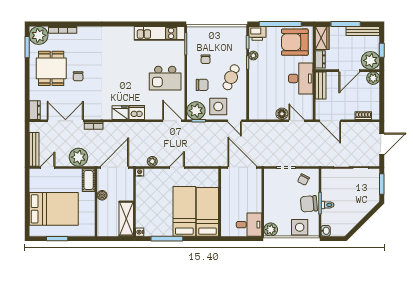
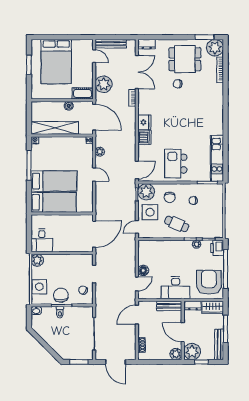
shelving: (126, 219) -> (55, 128), width x1.47

